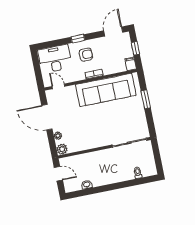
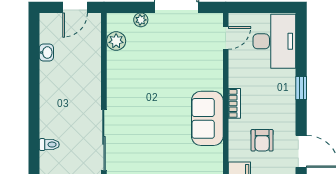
armchair: (86, 55) -> (262, 140), moved
sofa: (106, 90) -> (207, 118), width x0.54, depth x0.79
plant: (62, 149) -> (116, 41), moved

